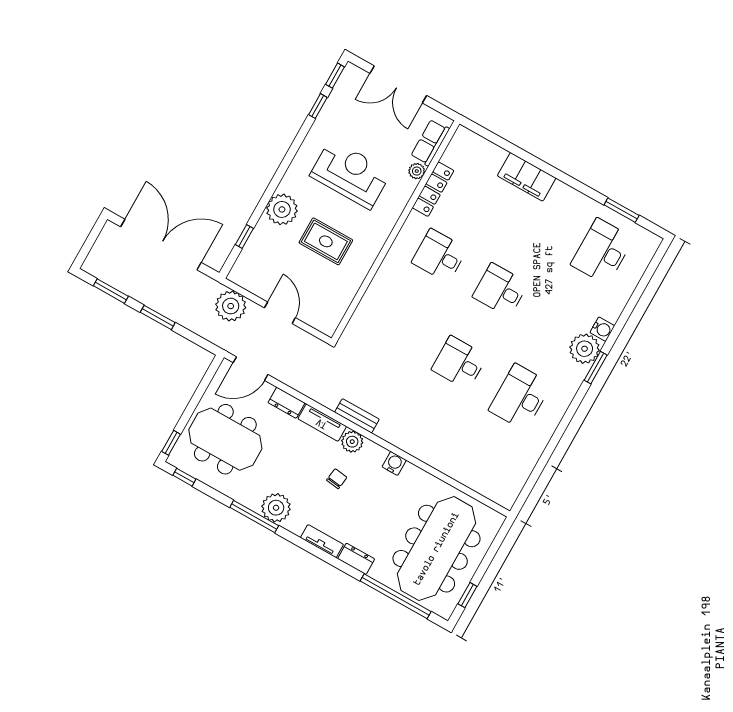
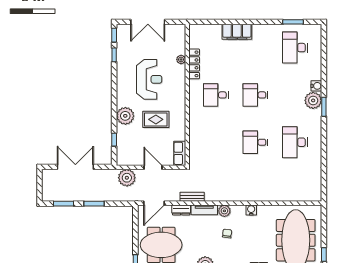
row of seats: (430, 142) -> (180, 153), moved
reception desk: (350, 174) -> (149, 79), turned 90
double door: (161, 245) -> (75, 167), width x0.73
bench: (357, 416) -> (192, 197), moved

